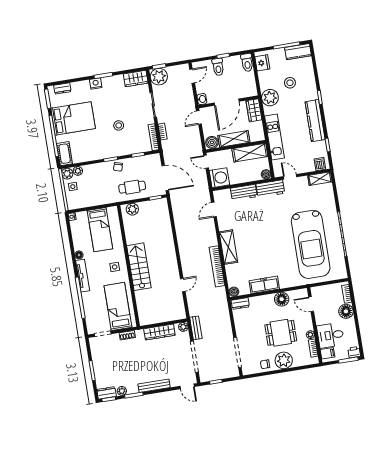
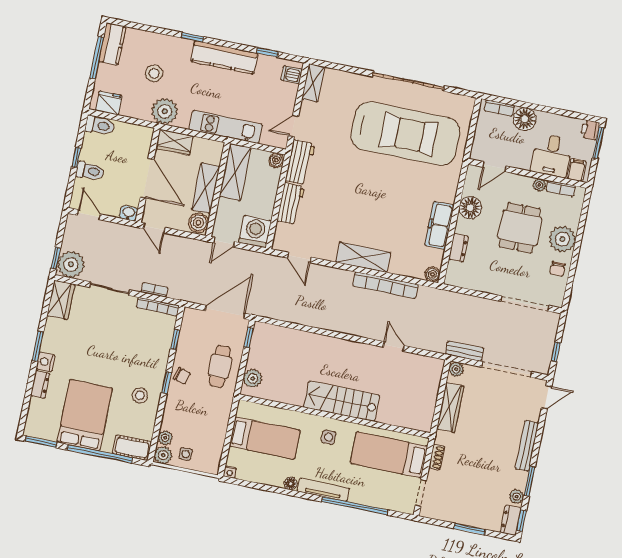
dresser: (62, 88) -> (40, 384), moved
stool: (119, 125) -> (140, 395), moved
dresser: (240, 304) -> (458, 248), moved

